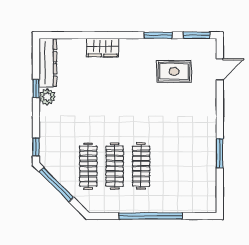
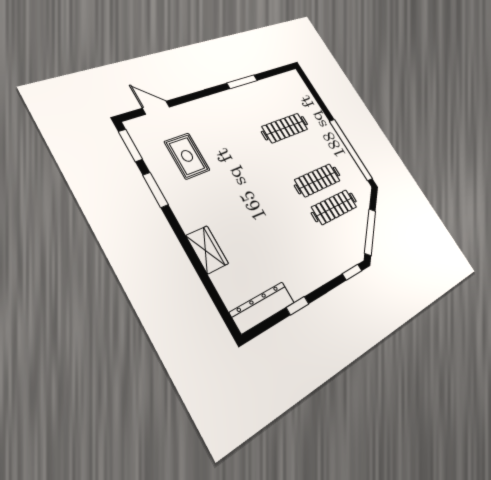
plant: (47, 97) -> (298, 287), removed
clothes rail: (141, 166) -> (285, 128), moved
window: (151, 216) -> (351, 150), moved

